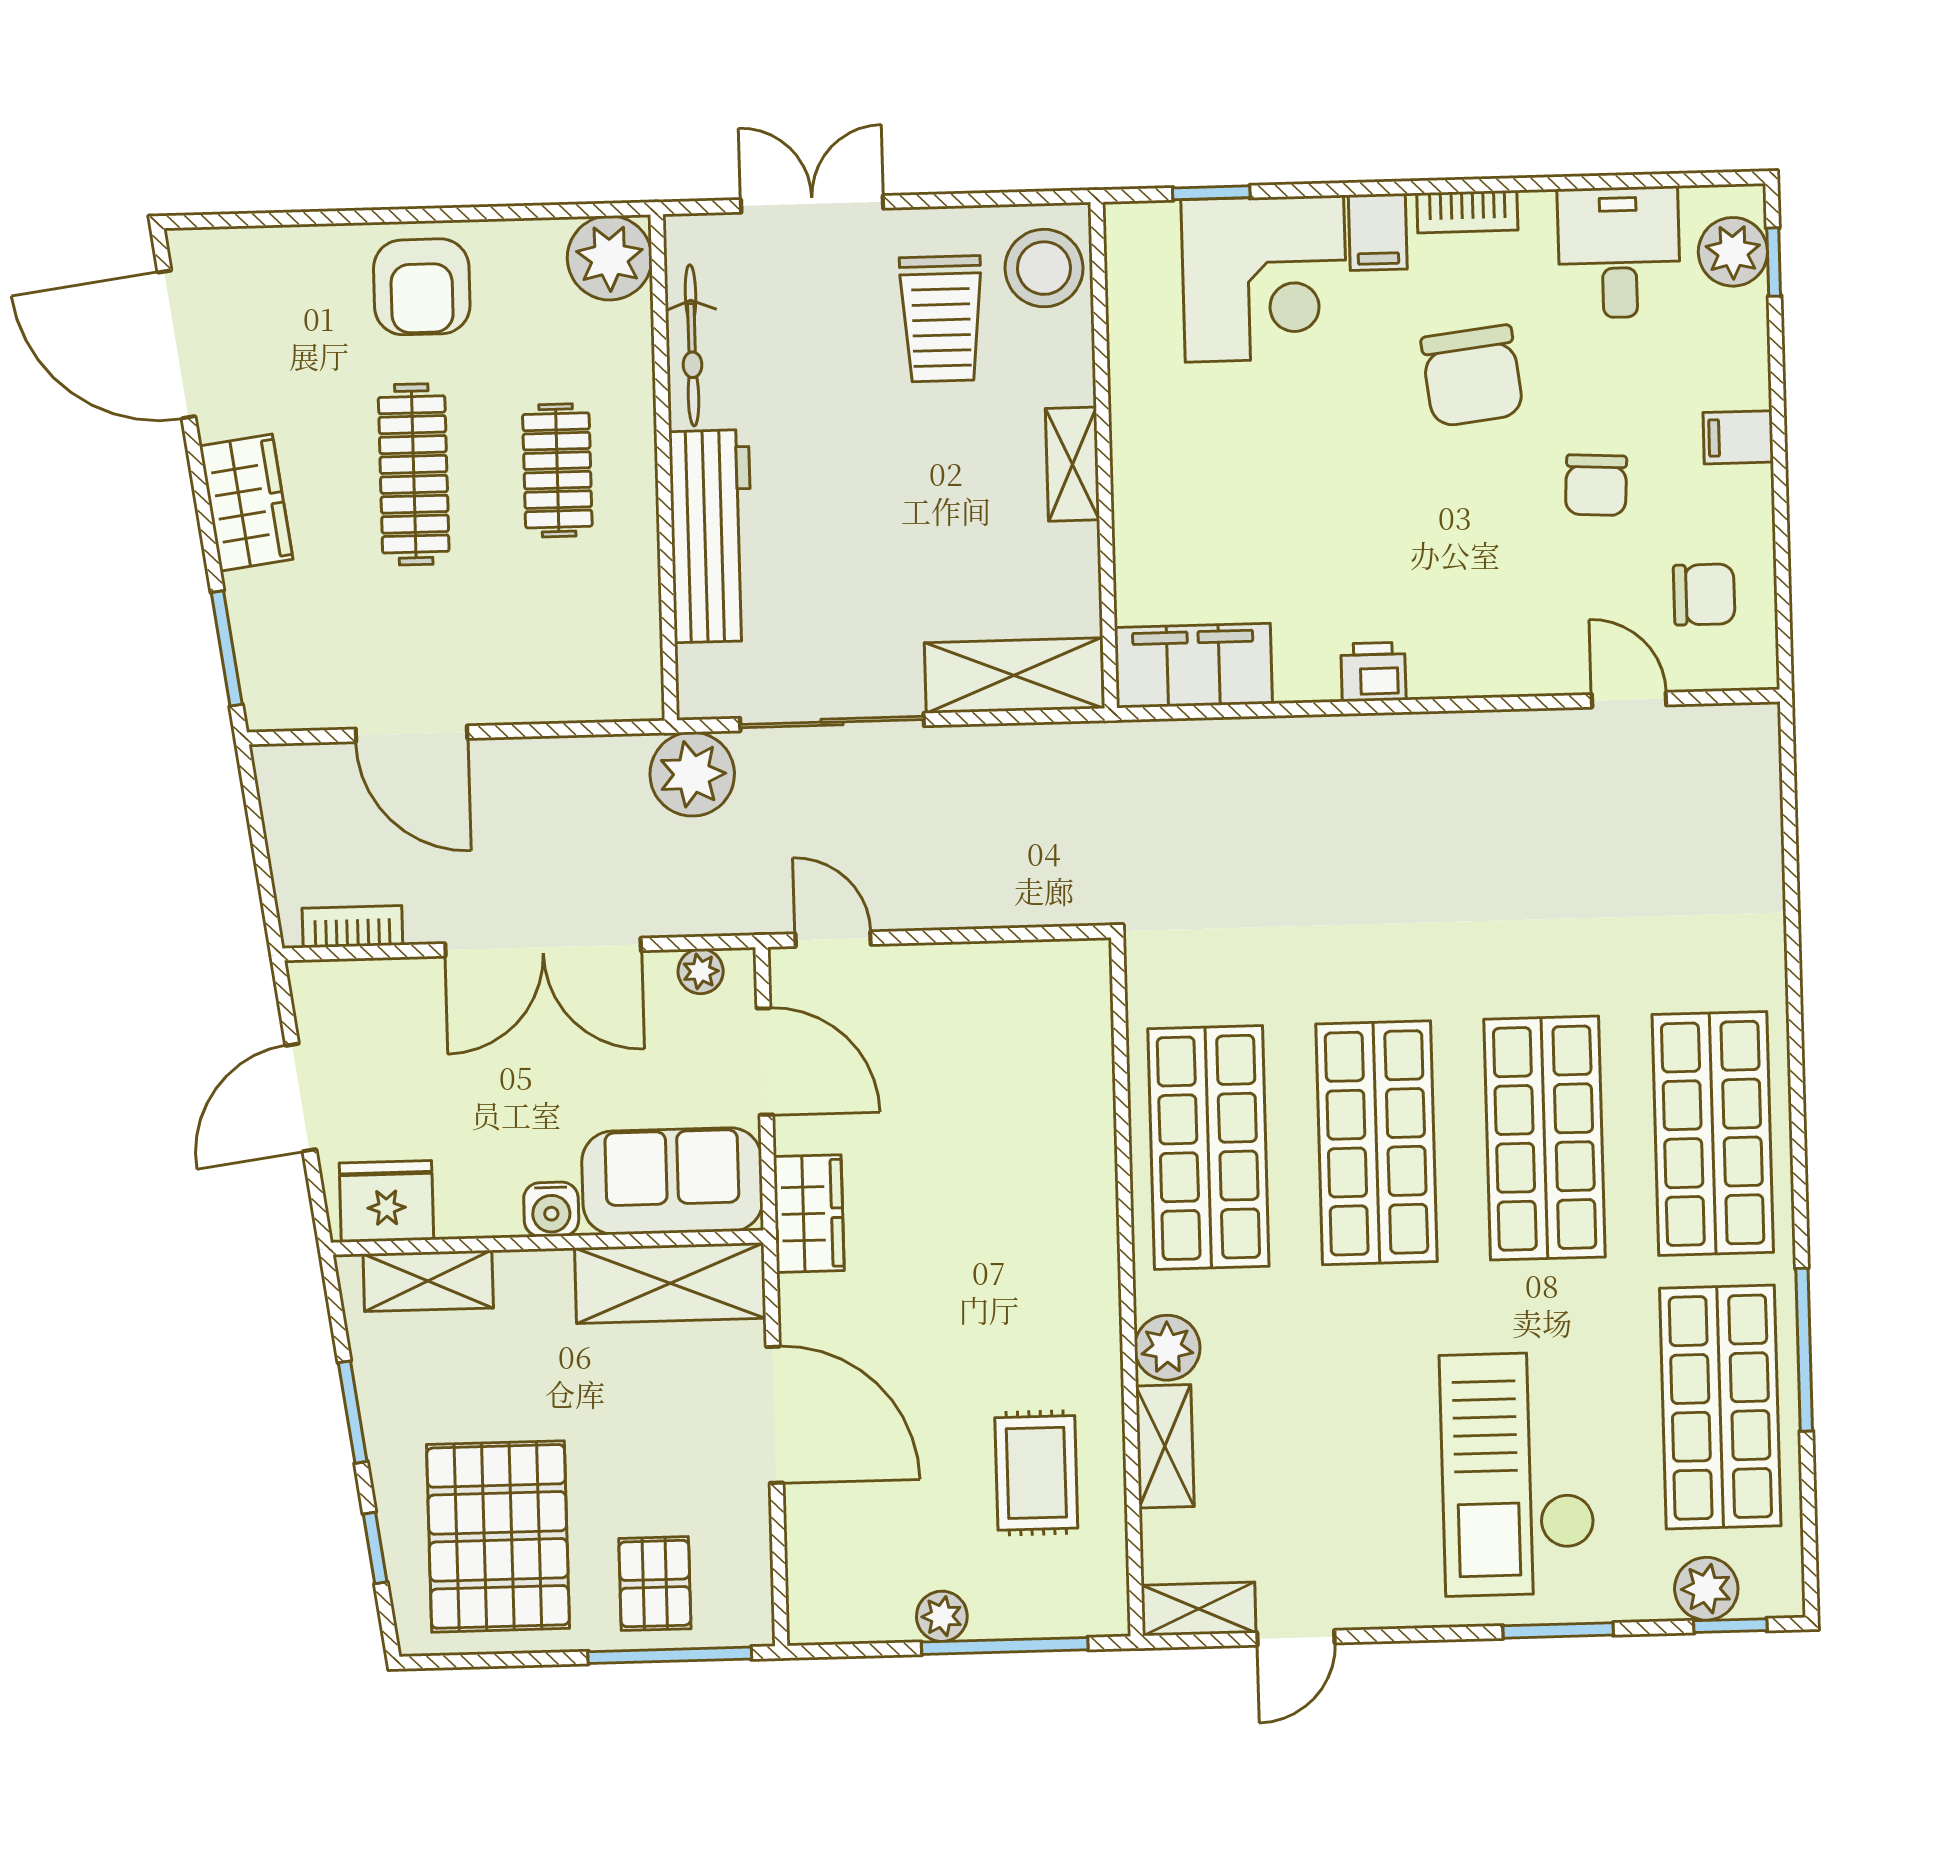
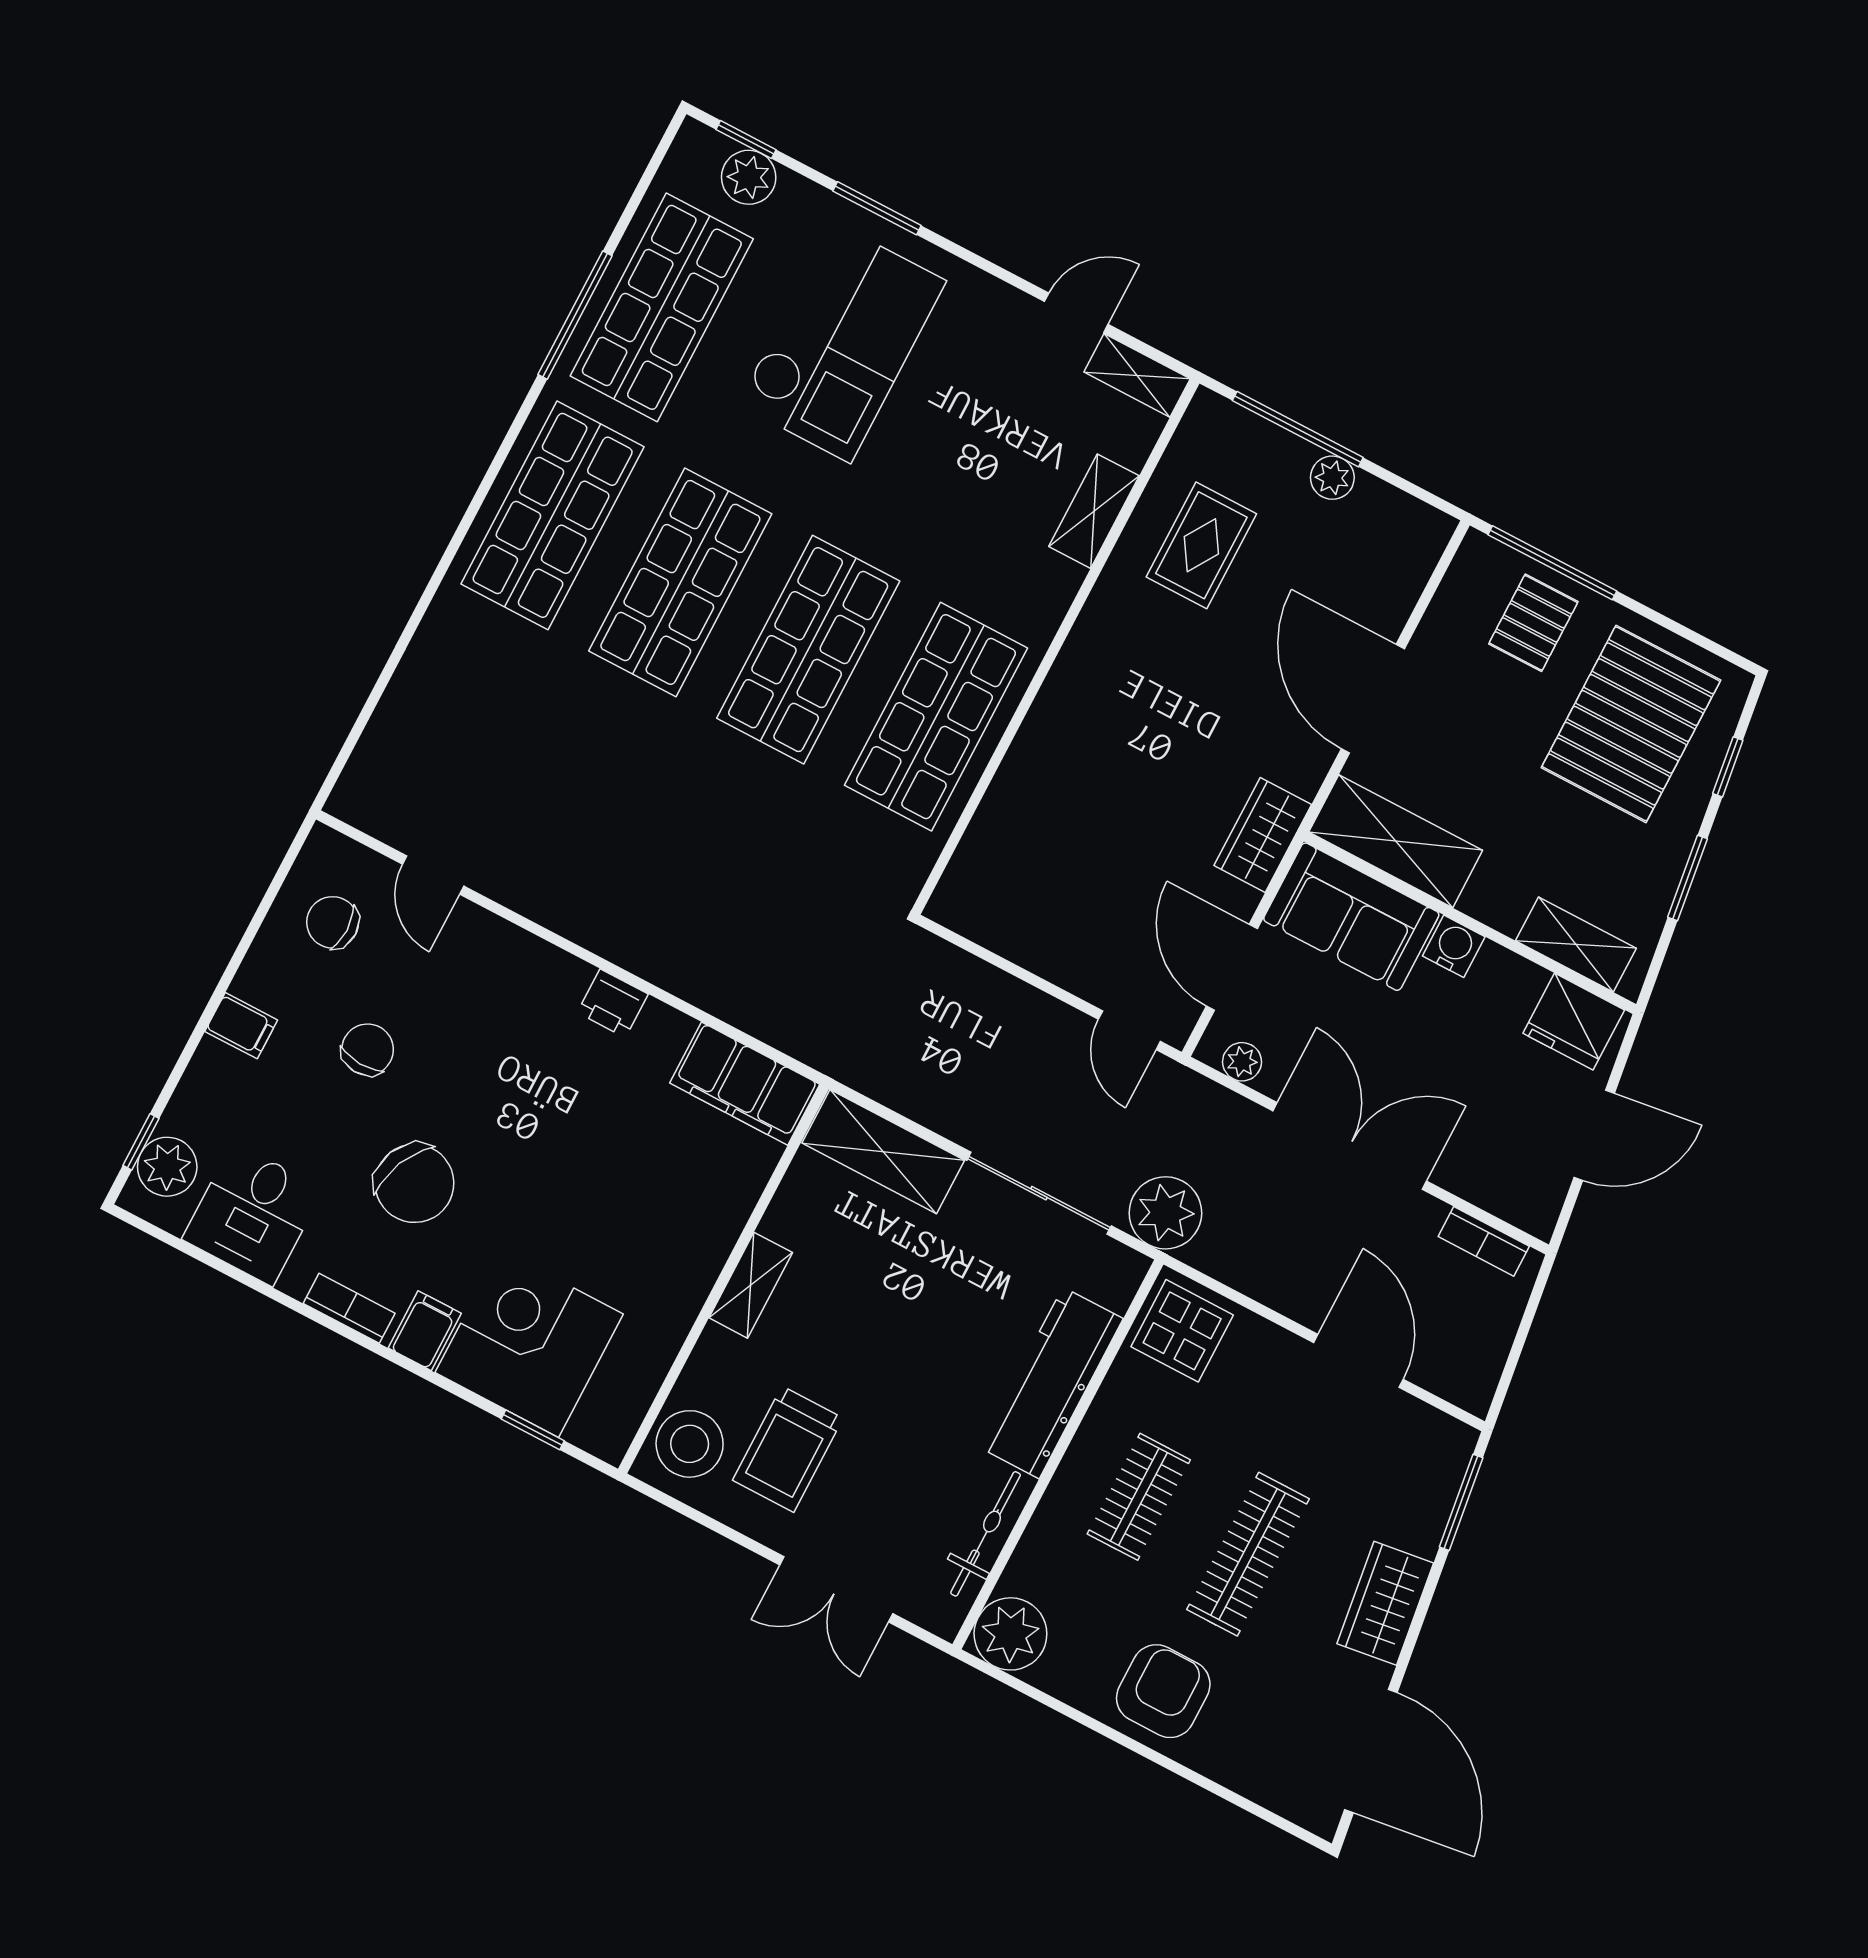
trolley: (941, 319) -> (788, 1449), turned 180
chair: (1472, 376) -> (414, 1183), turned 121
display table: (608, 664) -> (1182, 1331), added
plant: (1167, 1348) -> (1051, 584), removed

